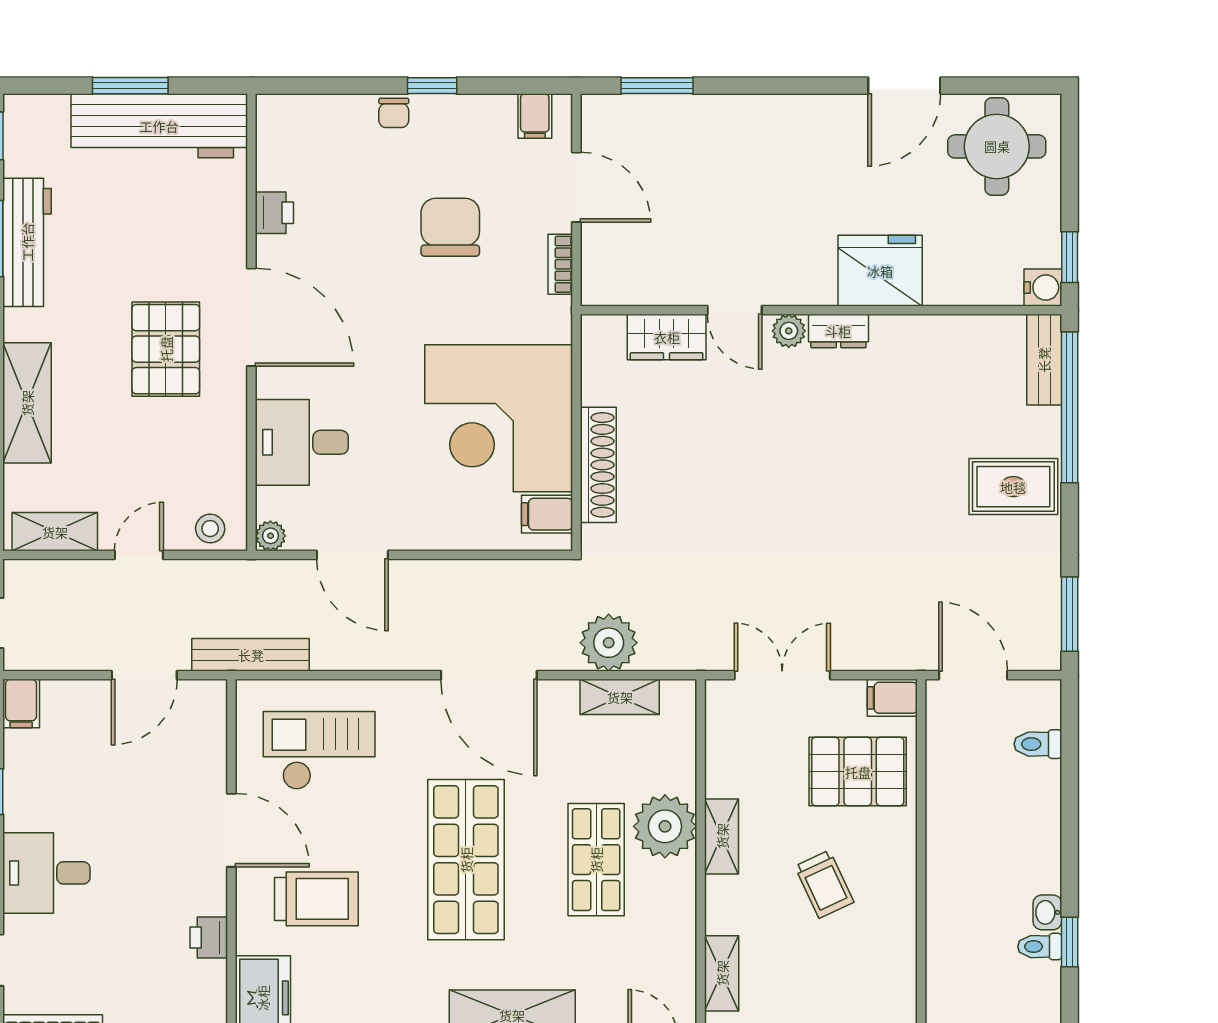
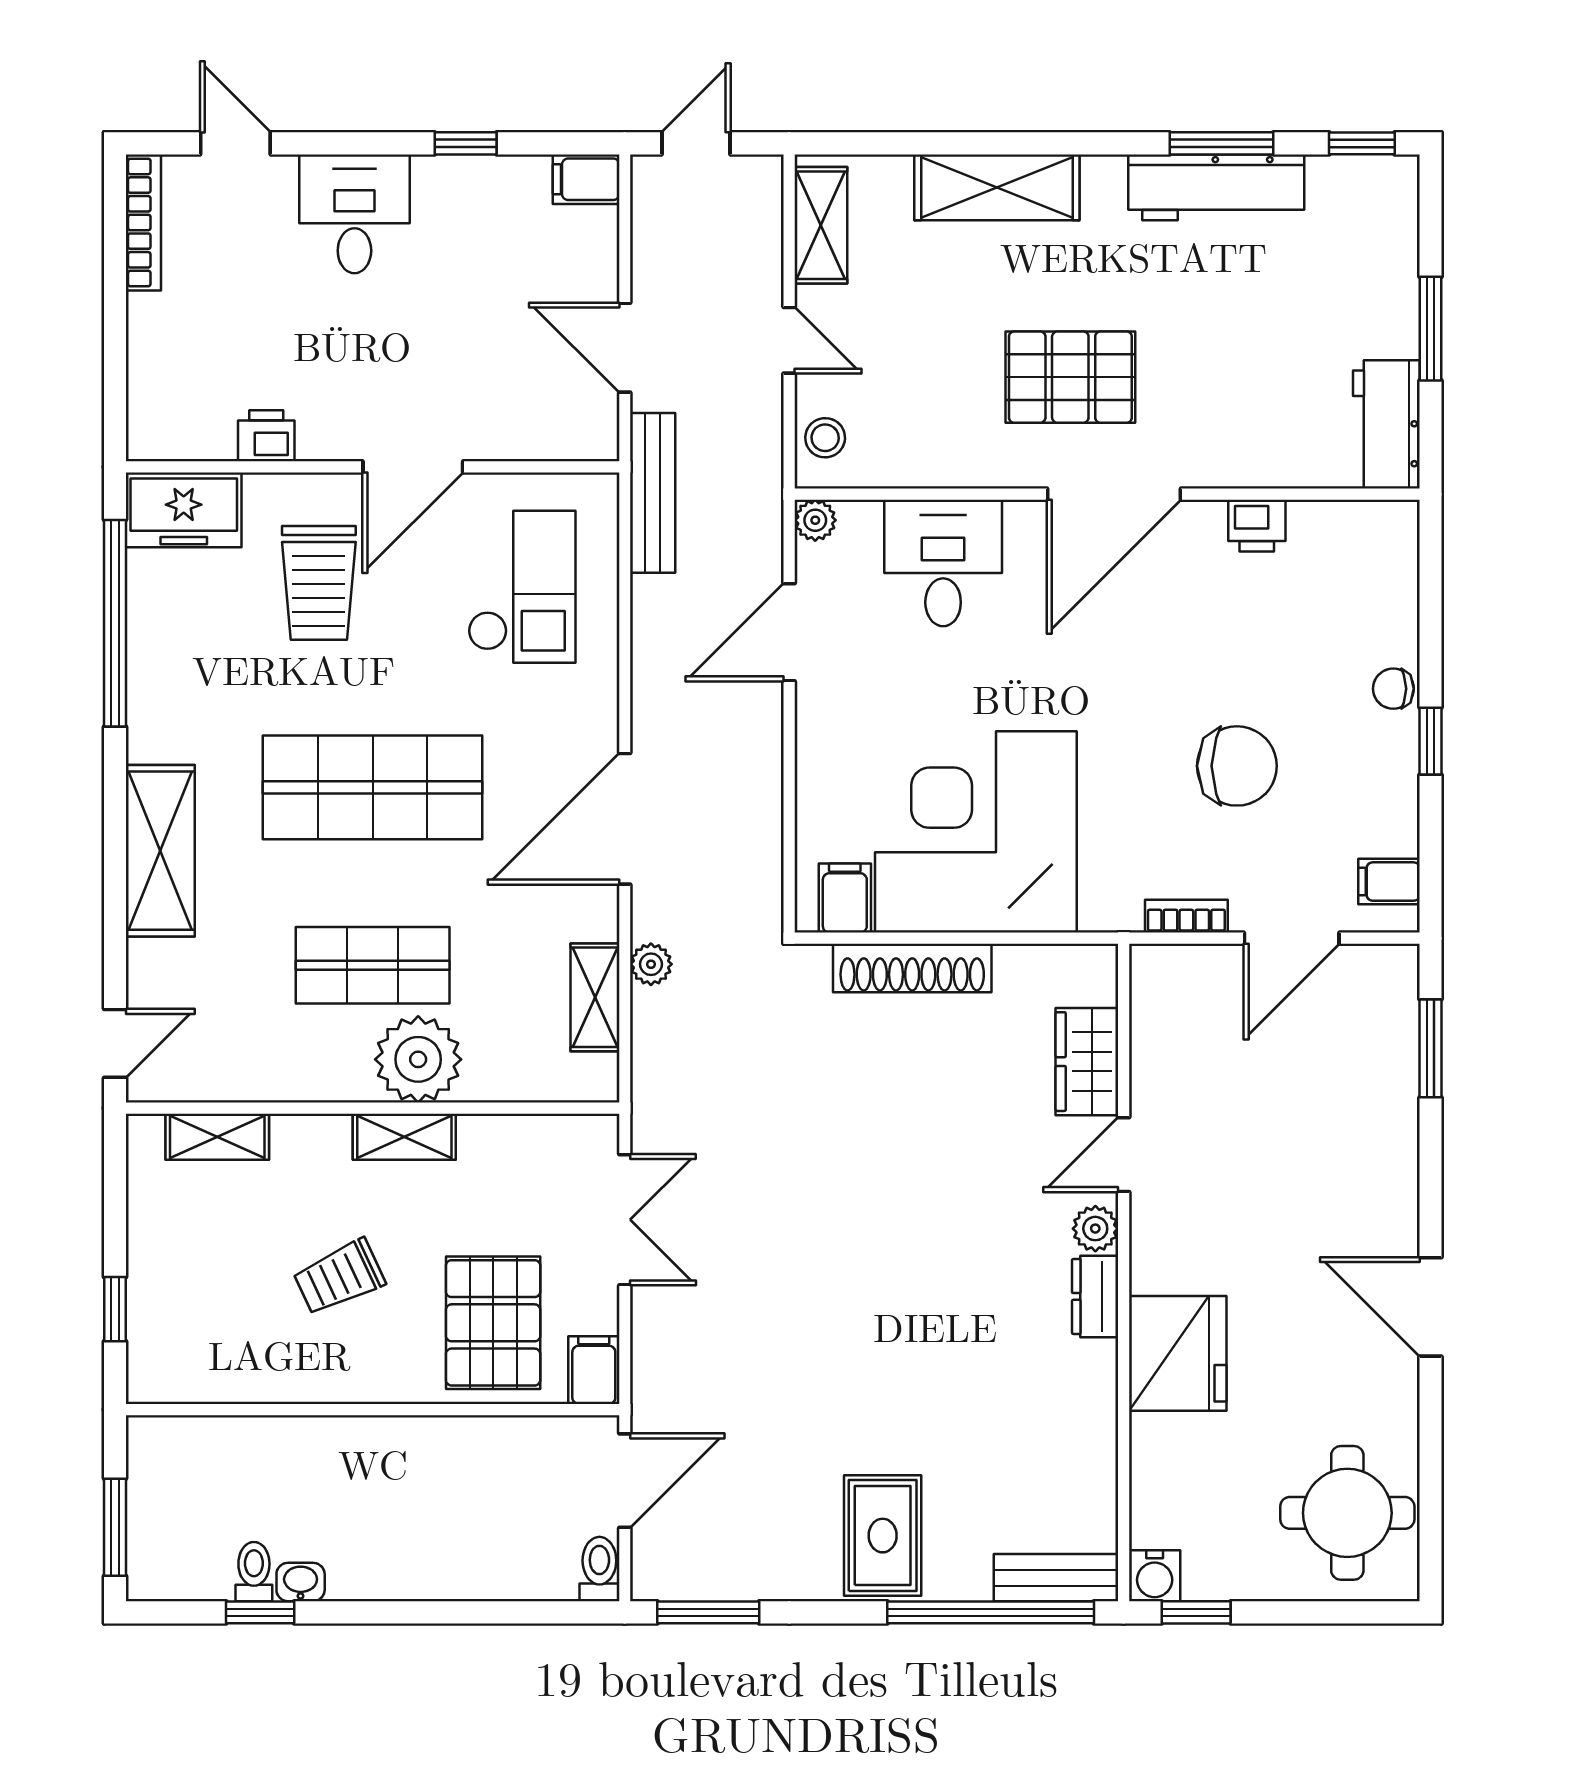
door: (904, 86) -> (1430, 1307), moved
workbench: (159, 126) -> (1386, 424), width x0.53, depth x0.76
plant: (609, 643) -> (651, 964), width x0.53, depth x0.53
toilet: (1038, 744) -> (599, 1569), moved

